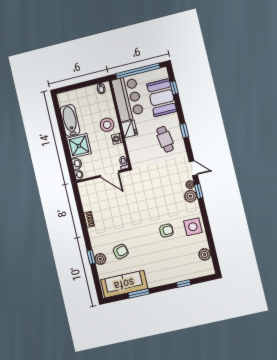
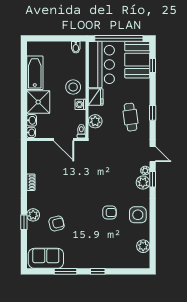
booth: (162, 98) -> (137, 60), moved
plant: (134, 151) -> (95, 121), added
plant: (100, 259) -> (33, 215), moved
sofa: (124, 284) -> (46, 258), width x0.73
window: (184, 284) -> (98, 271), moved

